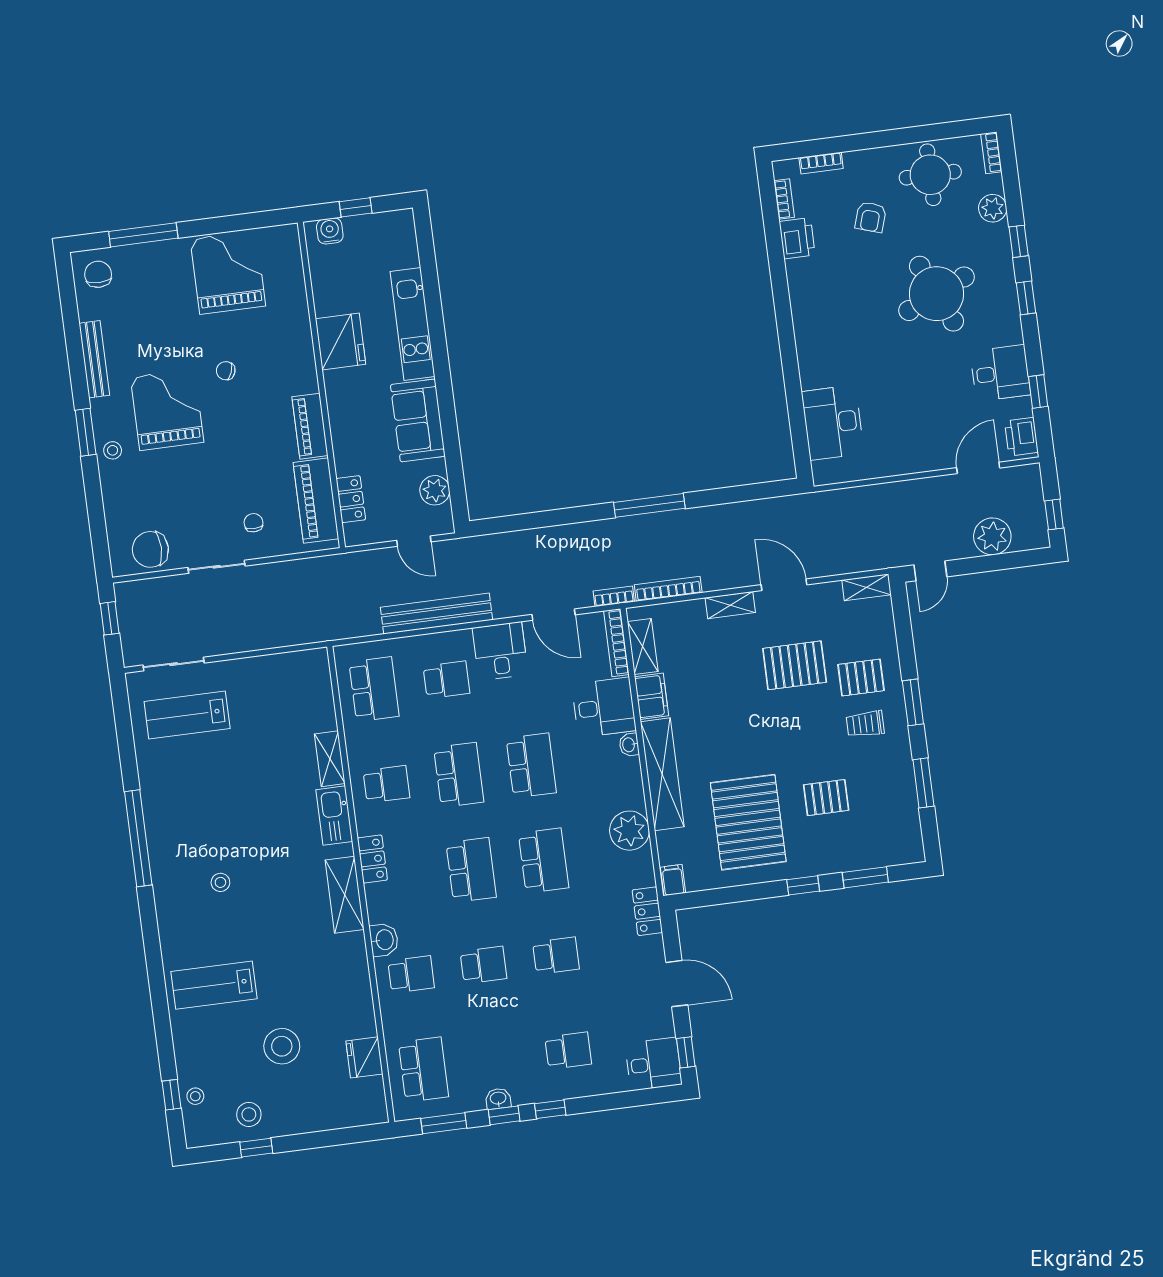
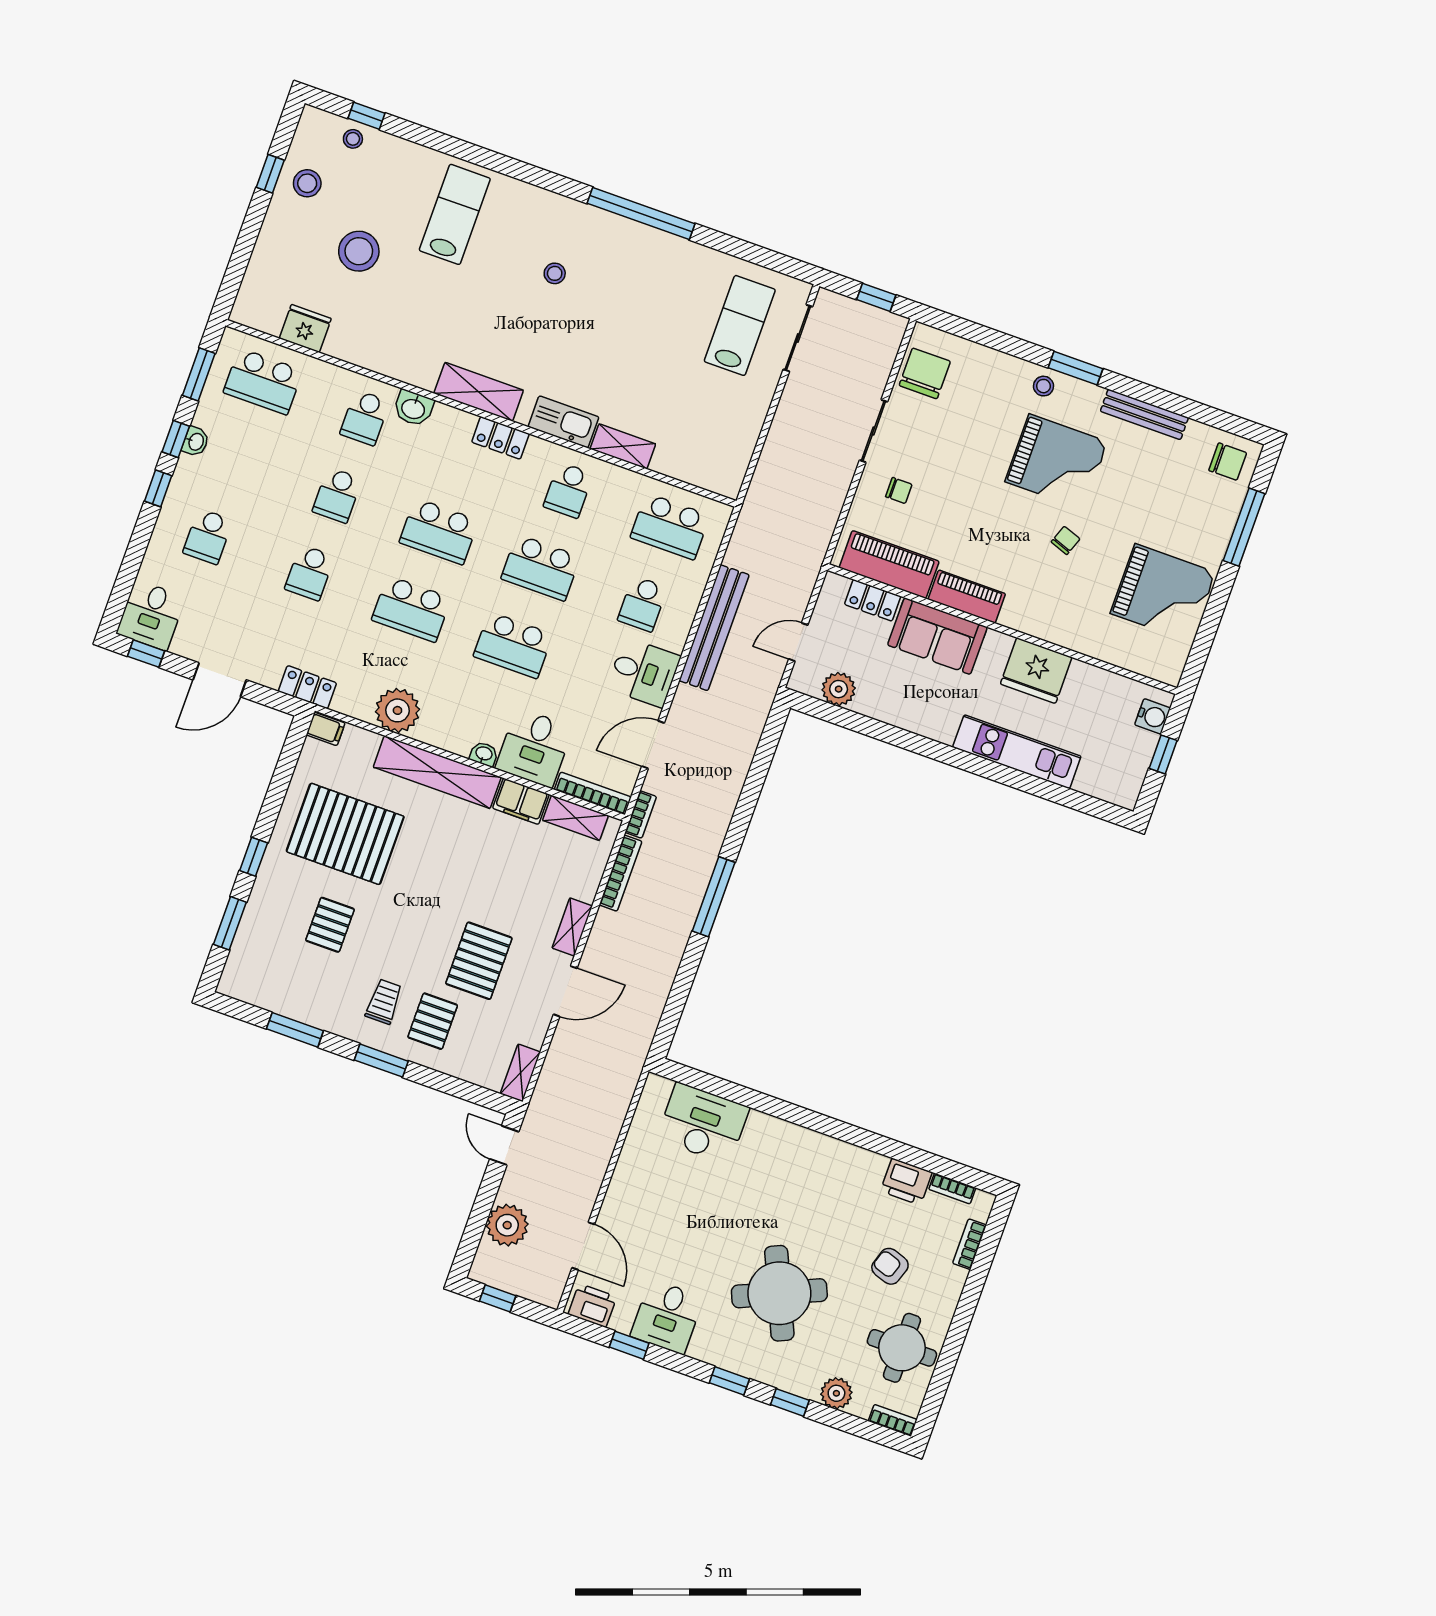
sofa: (418, 420) -> (937, 636), moved, turned 180

